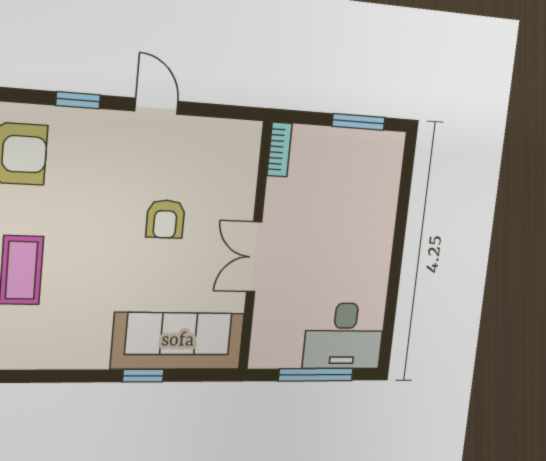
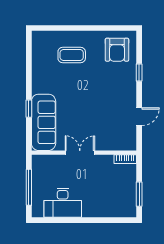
door: (156, 106) -> (139, 117), moved
armchair: (165, 219) -> (94, 112), removed
desk: (344, 336) -> (63, 203), moved, turned -90

